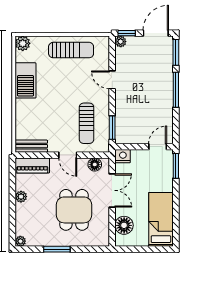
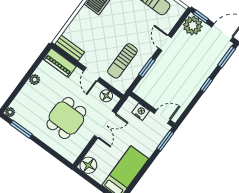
plant: (121, 42) -> (193, 26), width x1.88, depth x1.88
window: (176, 90) -> (206, 85), width x0.46
window: (112, 128) -> (147, 68), moved
nightstand: (123, 156) -> (141, 112), moved
floor lamp: (124, 225) -> (88, 165), moved
window: (57, 249) -> (21, 129), moved

